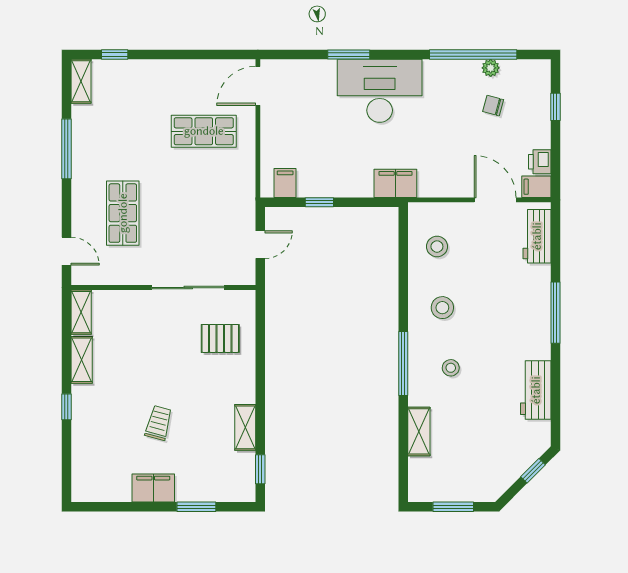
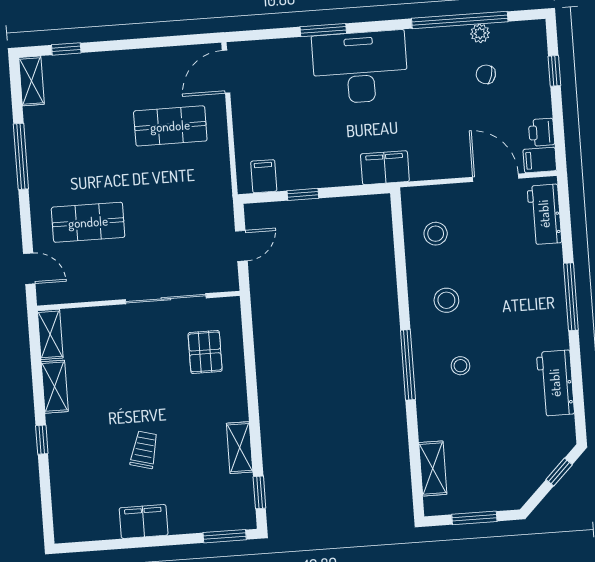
shop shelf: (123, 213) -> (88, 222), turned 90
pallet: (220, 338) -> (205, 352), turned 90
shelving: (419, 431) -> (433, 468), moved
window: (196, 507) -> (225, 536), moved

